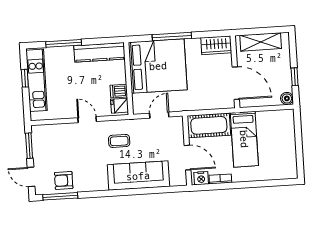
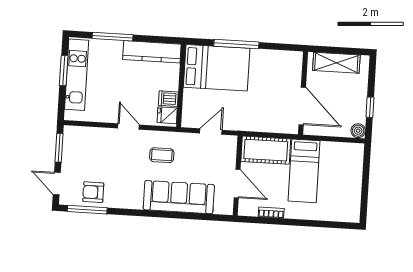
wardrobe: (216, 45) -> (286, 60), removed
bed: (158, 66) -> (217, 68), width x0.73
window: (25, 78) -> (64, 71), width x1.50
nightstand: (201, 178) -> (250, 209), removed

